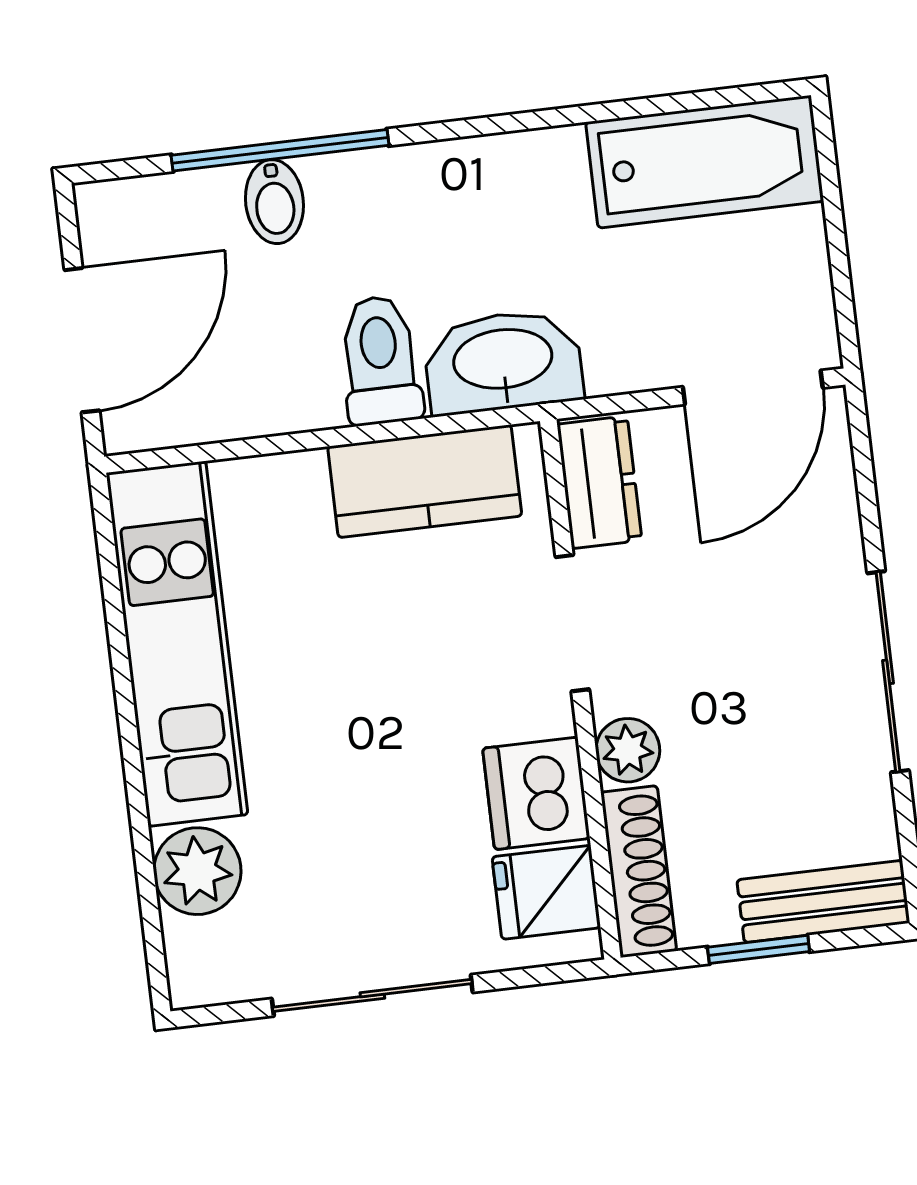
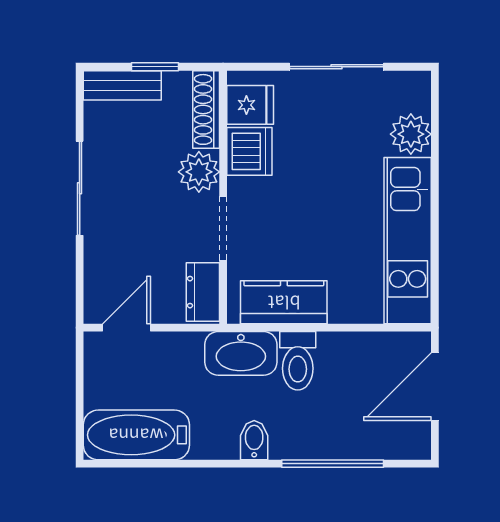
bidet: (274, 202) -> (254, 440), moved
door: (753, 387) -> (127, 328), width x0.73
plant: (628, 750) -> (199, 172), width x1.38, depth x1.38

